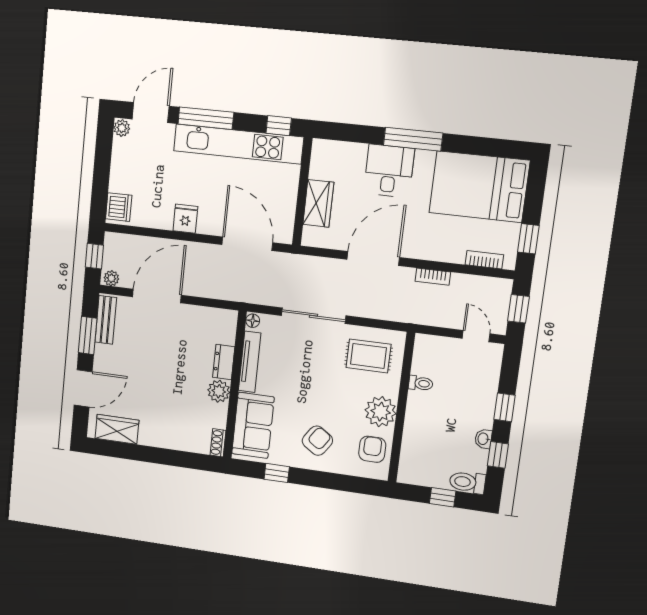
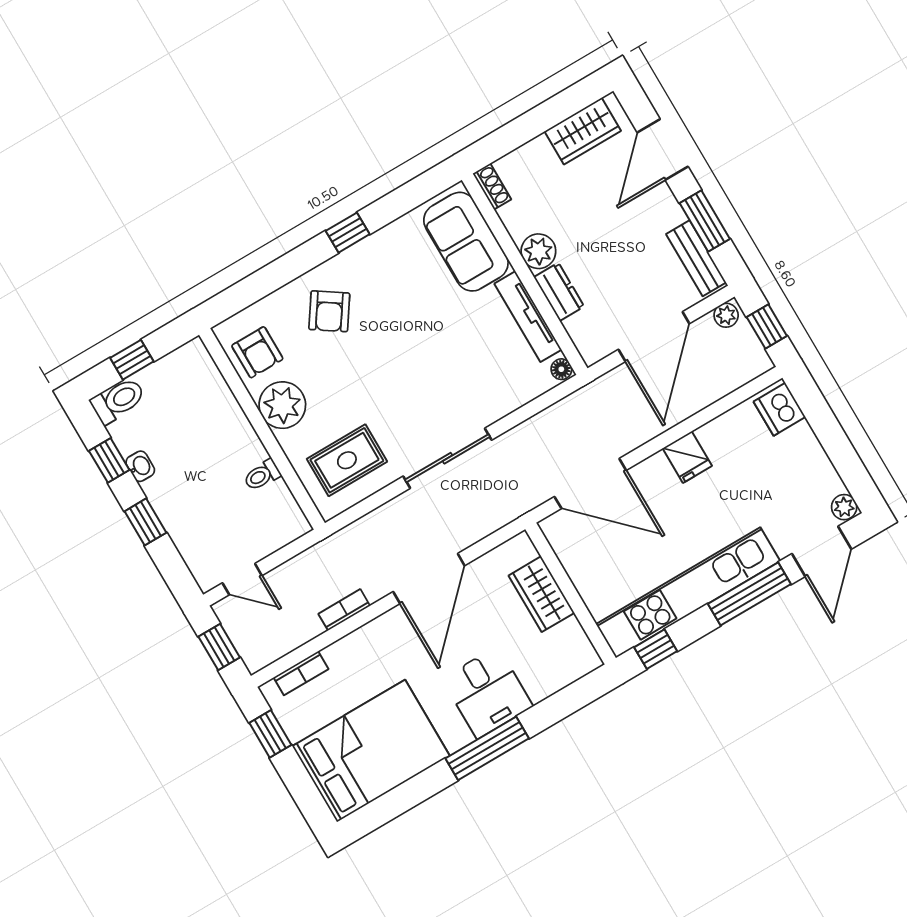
floor lamp: (253, 321) -> (561, 369), moved
dresser: (224, 362) -> (559, 292), moved
tv unit: (250, 362) -> (528, 317), moved
wall: (235, 385) -> (525, 274), moved
plant: (219, 391) -> (538, 251), moved
sofa: (253, 425) -> (466, 242), moved
shoe rack: (218, 443) -> (492, 186), moved

